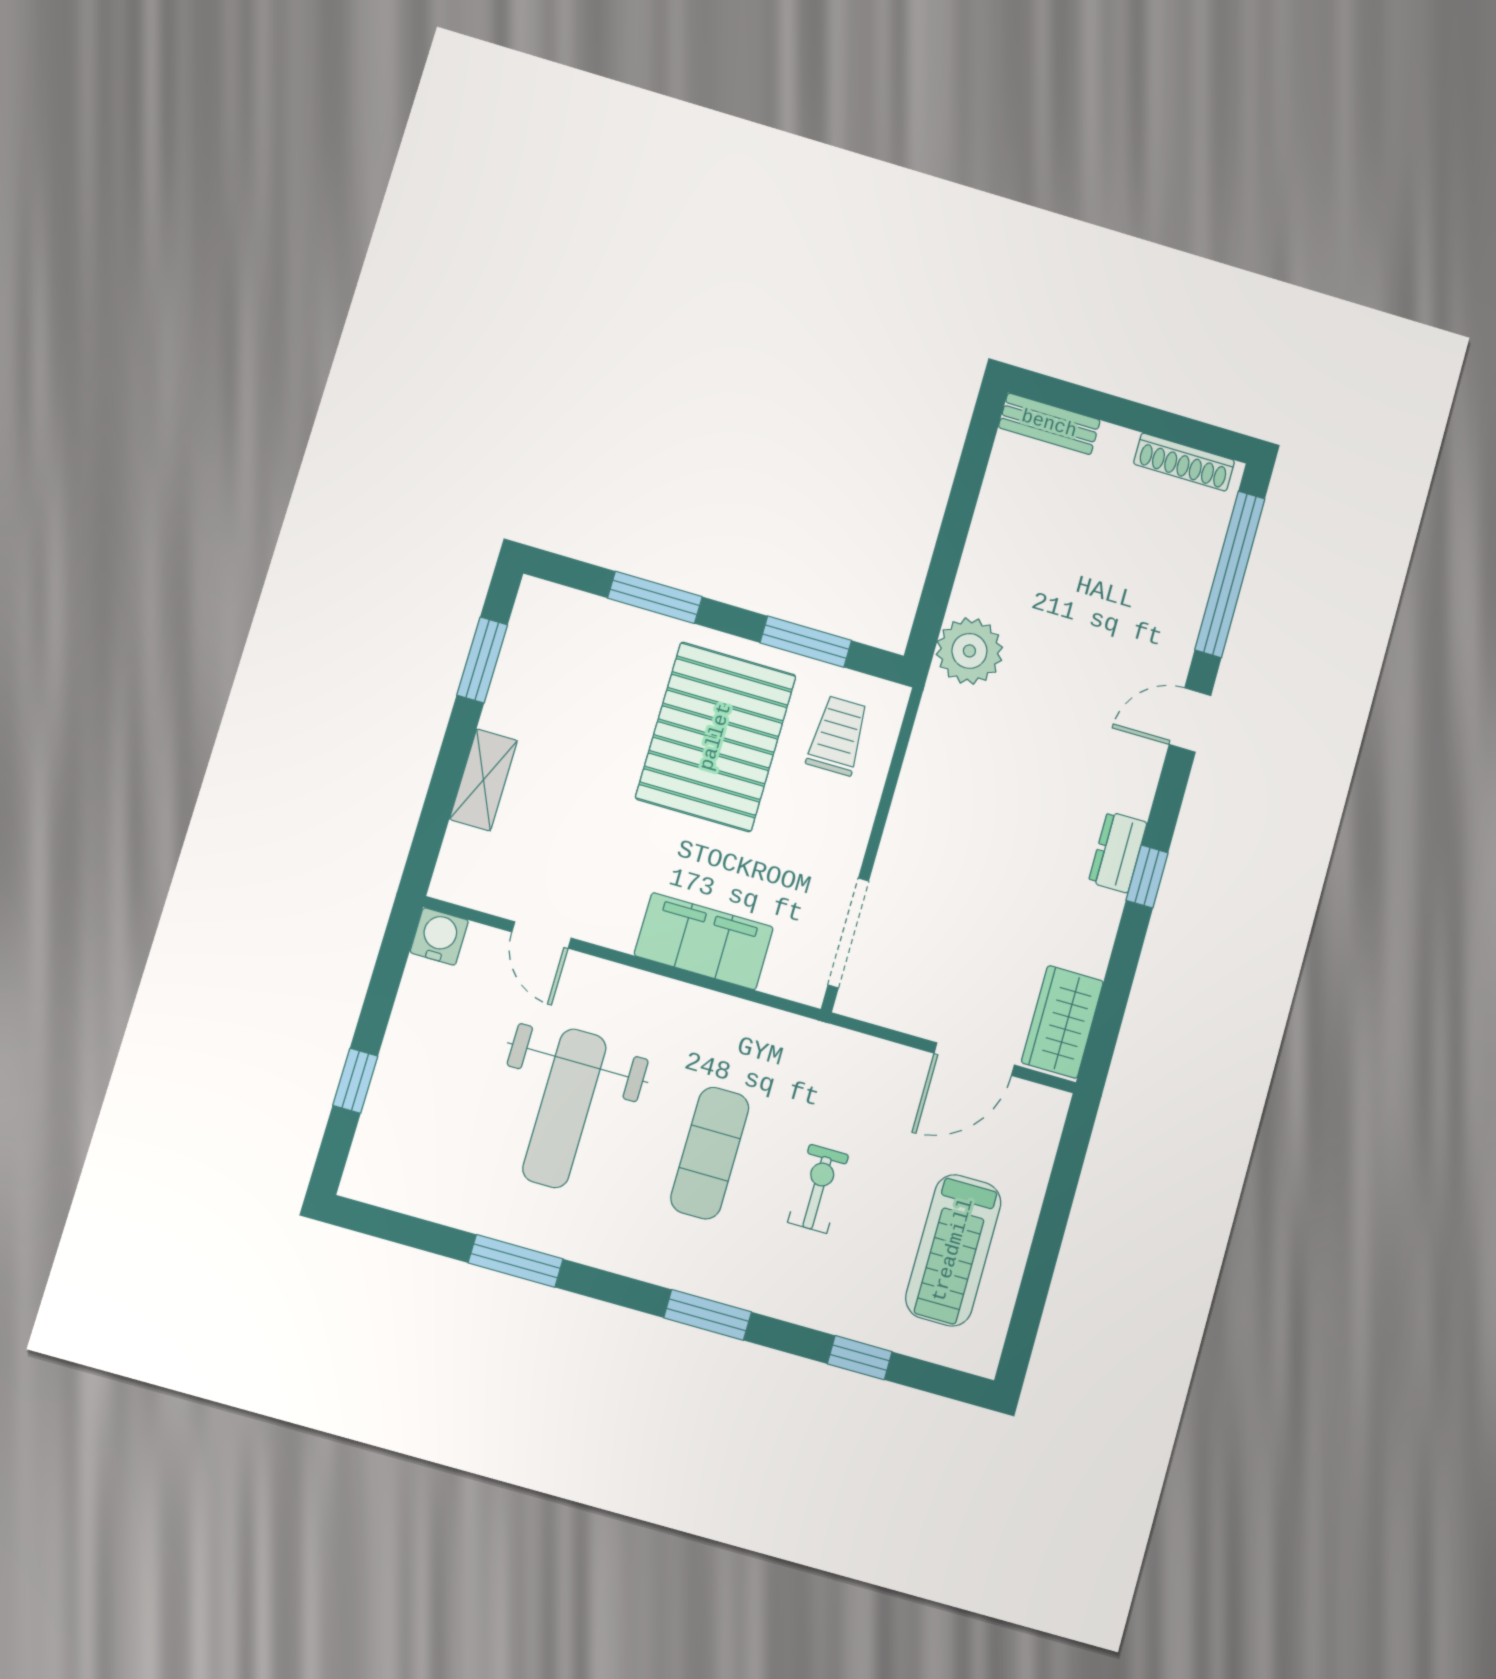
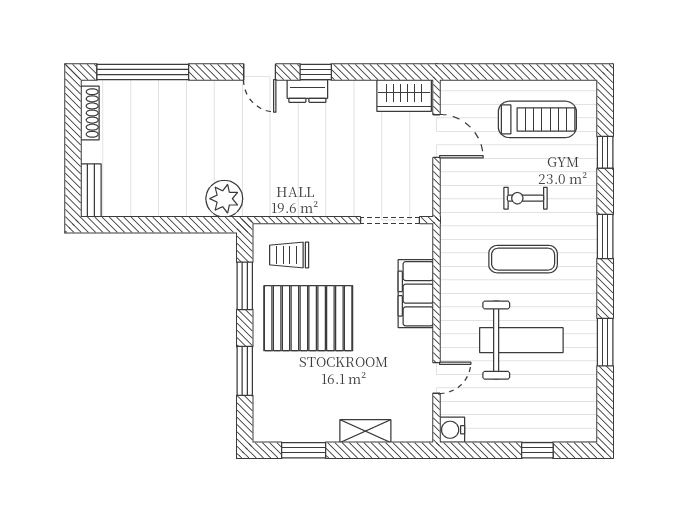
door: (1190, 720) -> (260, 72), moved

